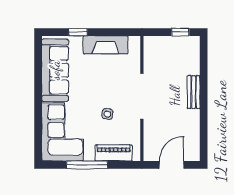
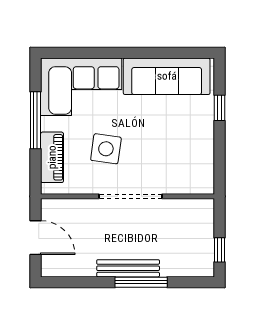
fireplace: (105, 45) -> (202, 146), removed
window: (204, 89) -> (141, 282), added
bench: (194, 92) -> (128, 268), width x1.36
side table: (107, 114) -> (106, 149), width x1.87, depth x1.87

